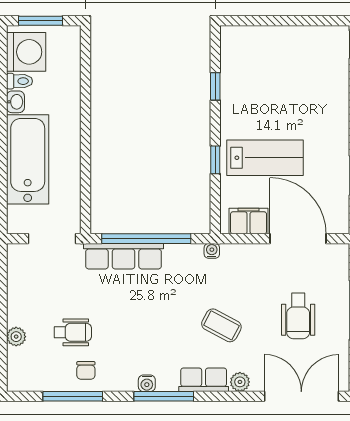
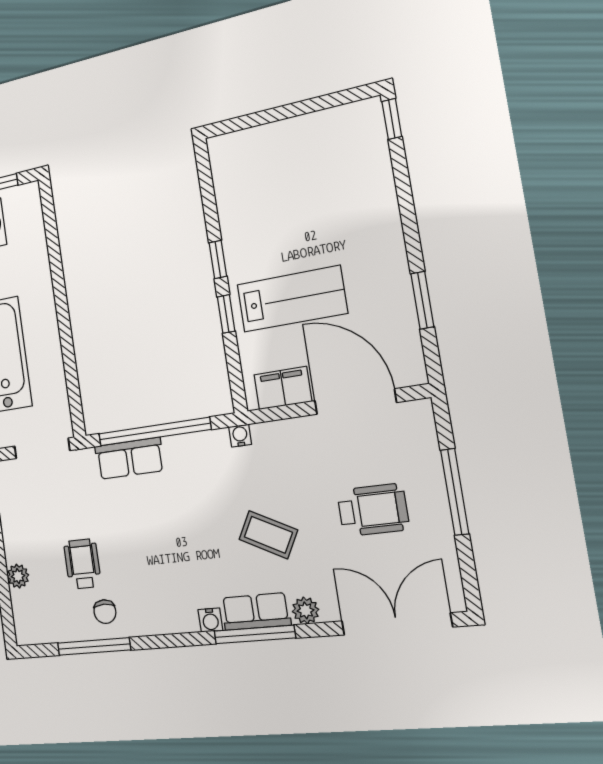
window: (215, 86) -> (218, 259), moved
row of seats: (124, 256) -> (129, 458), width x0.68
wheelchair: (298, 316) -> (373, 510), turned -90
wheelchair: (73, 332) -> (82, 564), turned -90
water cooler: (147, 383) -> (210, 620), moved
window: (164, 396) -> (255, 635), moved

